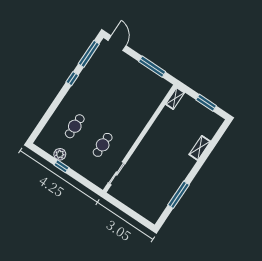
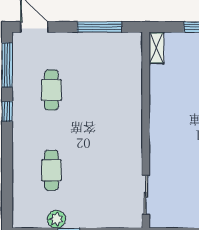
cafe table: (103, 145) -> (51, 90), moved

